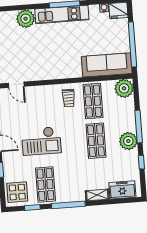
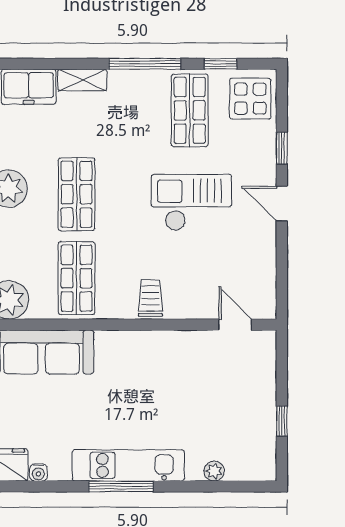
plant: (26, 19) -> (214, 471), width x0.53, depth x0.53
trolley: (69, 98) -> (150, 298), moved

